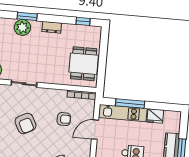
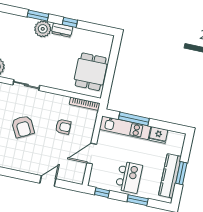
window: (83, 21) -> (70, 22), moved
plant: (22, 27) -> (43, 29), moved
door: (95, 130) -> (92, 154), moved

